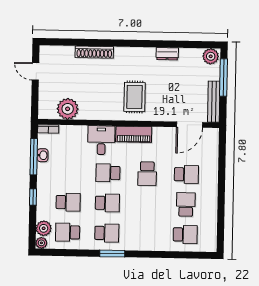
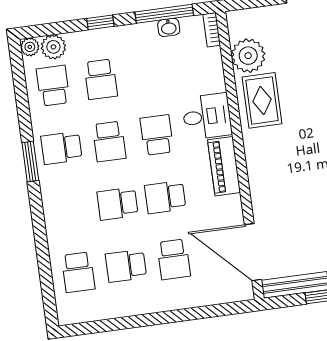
rug: (135, 97) -> (262, 100), moved, turned 90
door: (189, 125) -> (253, 252), width x1.36
school desk: (147, 204) -> (118, 204), added
school desk: (186, 204) -> (126, 266), turned 180
school desk: (107, 233) -> (61, 148), turned 90

